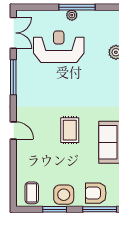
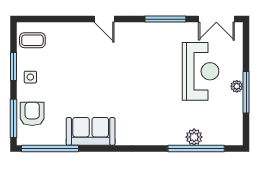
door: (13, 130) -> (104, 19), hinge flipped
rug: (70, 130) -> (105, 84), removed
side table: (64, 195) -> (30, 77), width x0.54, depth x0.54

